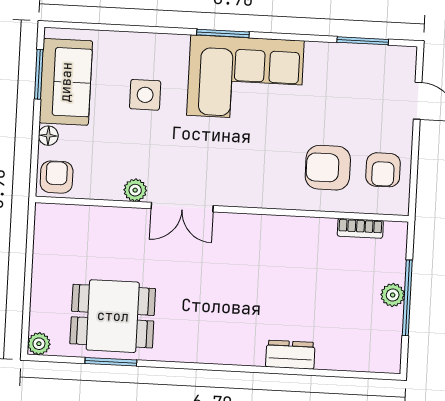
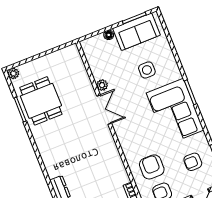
armchair: (57, 177) -> (193, 162), moved, turned 180
double door: (182, 207) -> (104, 110), swing flipped

